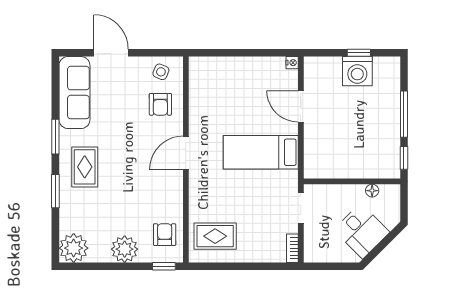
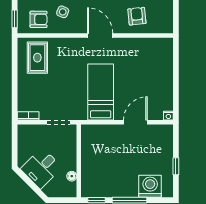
washing machine: (357, 71) -> (150, 186), moved, turned 90
side table: (161, 72) -> (63, 12), moved
armchair: (160, 104) -> (137, 16), turned 84

